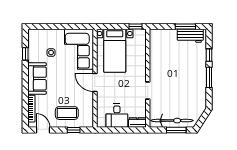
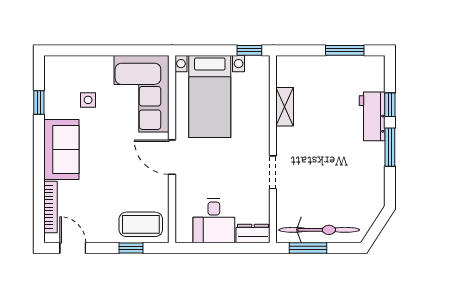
workbench: (190, 36) -> (372, 116), moved, turned 90
shelving: (154, 56) -> (285, 107), added
coffee table: (67, 113) -> (141, 224), moved
window: (176, 130) -> (308, 248), moved

